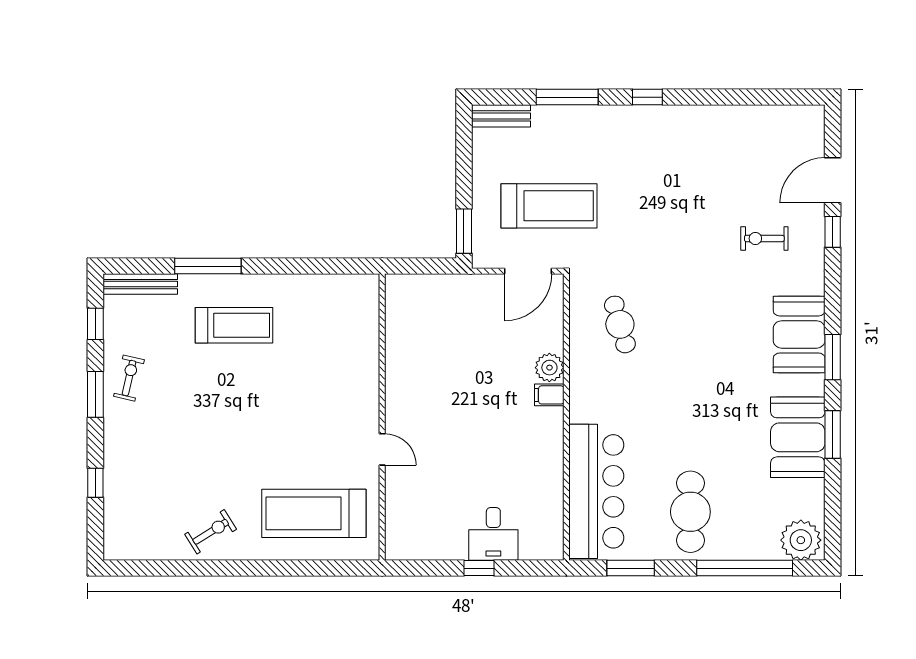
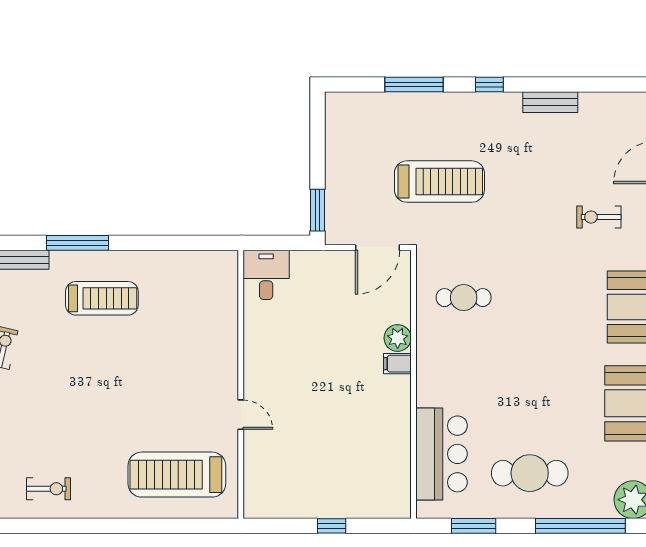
bench: (501, 116) -> (550, 102), moved
treadmill: (549, 206) -> (439, 182), moved
cafe table: (620, 324) -> (464, 298), turned -74
bar counter: (596, 491) -> (442, 454), width x0.73
cafe table: (690, 512) -> (530, 473), turned 90
exercise bike: (211, 532) -> (48, 489), moved, turned 32
desk: (493, 534) -> (266, 275), moved, turned 180

